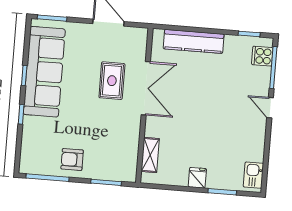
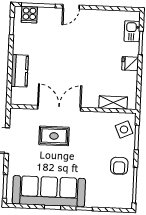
kitchen counter: (194, 41) -> (20, 71), width x0.67
side table: (117, 167) -> (124, 129), added
kitchen sink: (253, 175) -> (132, 31), moved, turned 90

